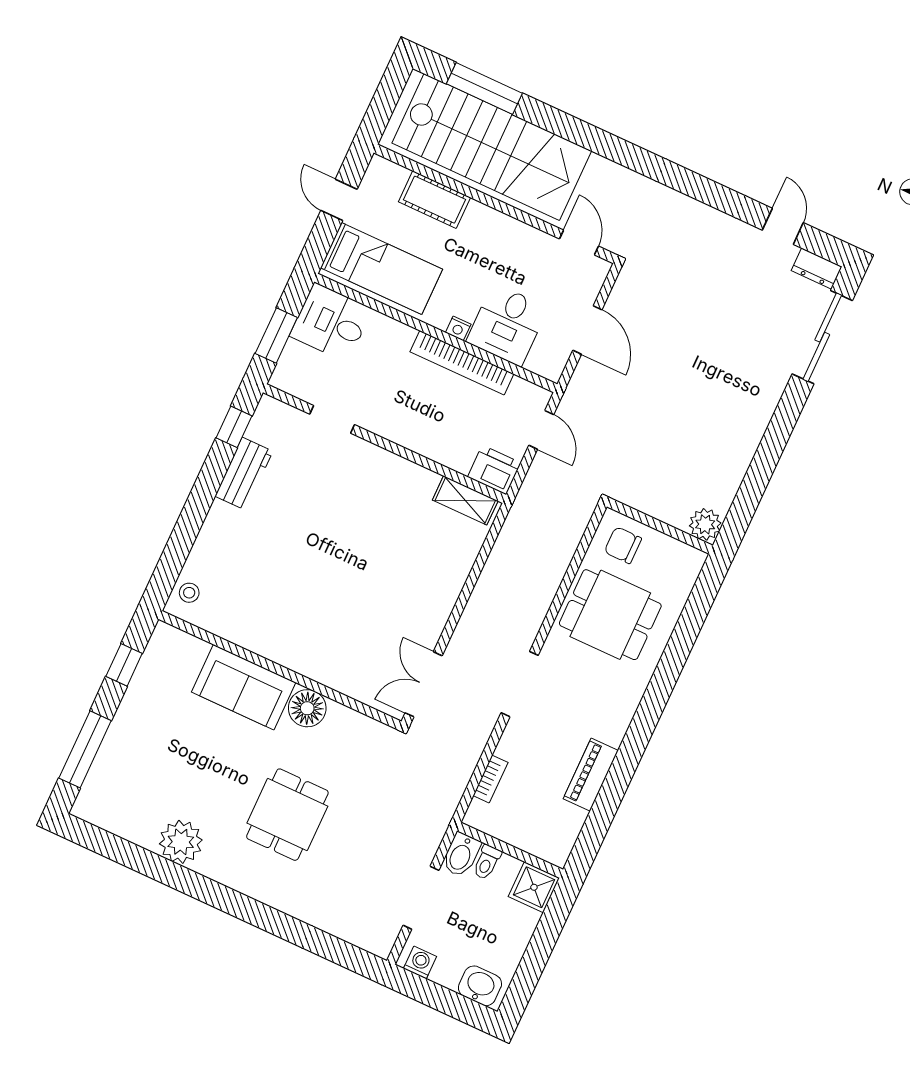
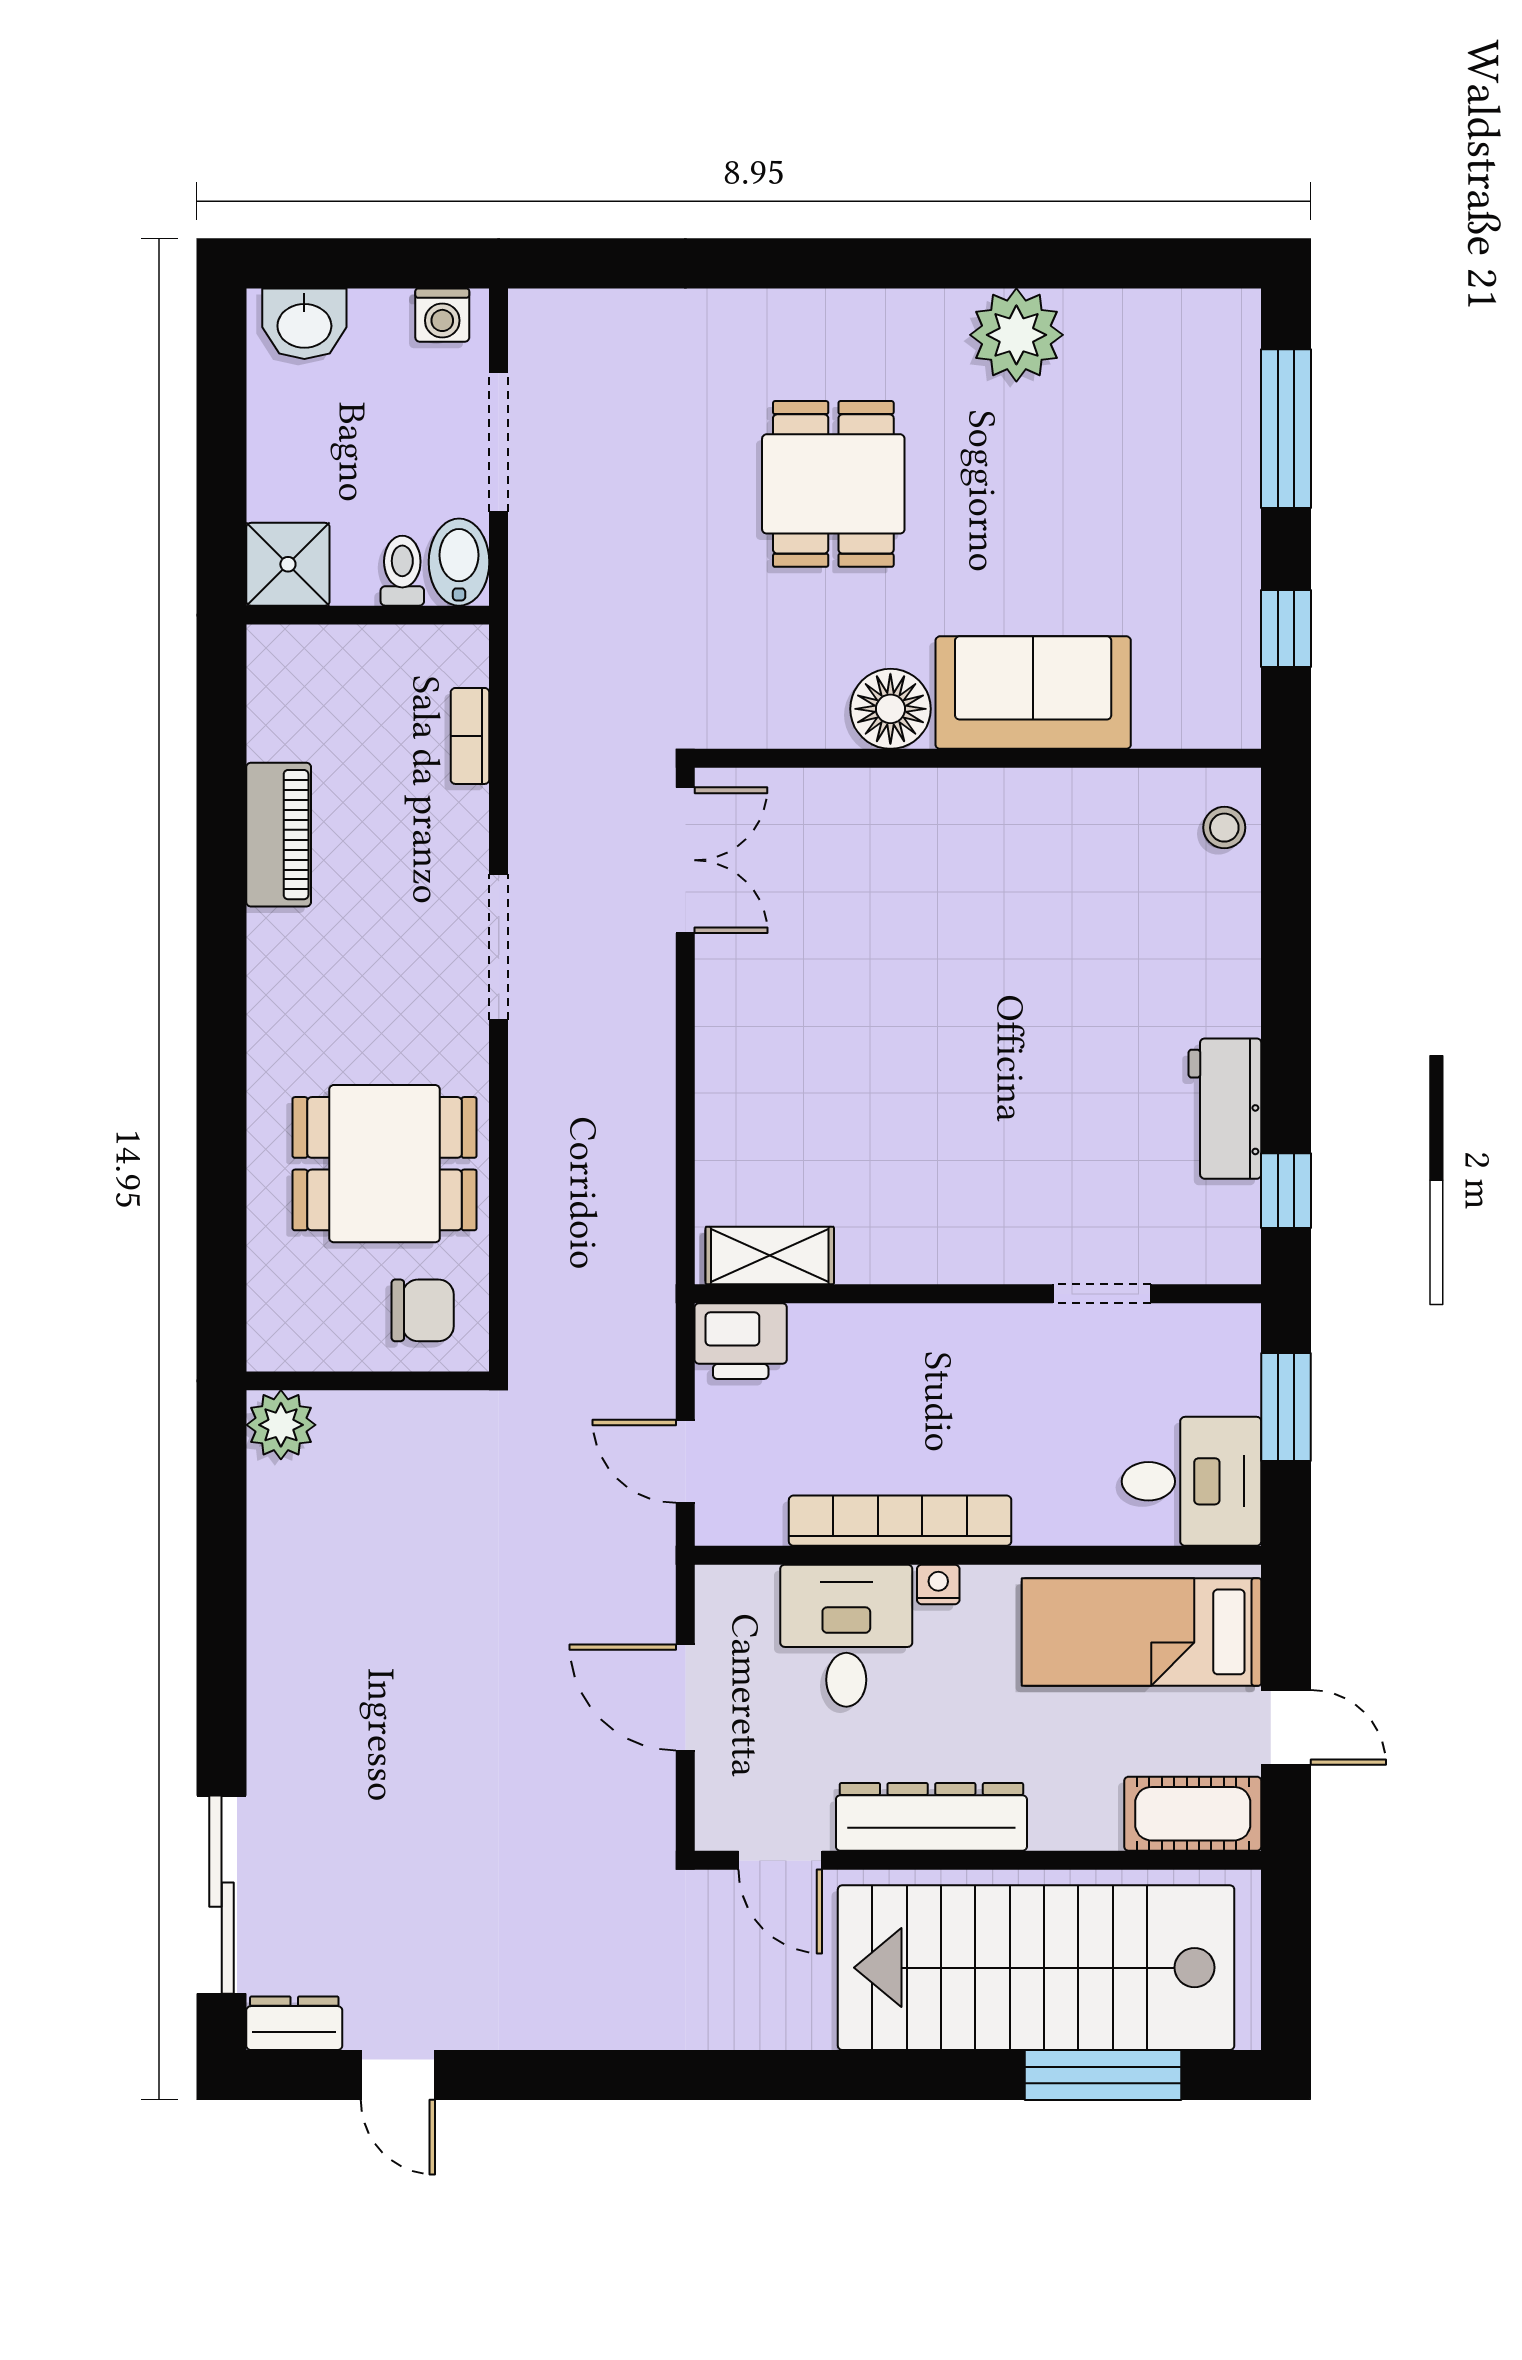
cot: (434, 200) -> (1193, 1814), moved
dresser: (507, 231) -> (931, 1817), added

